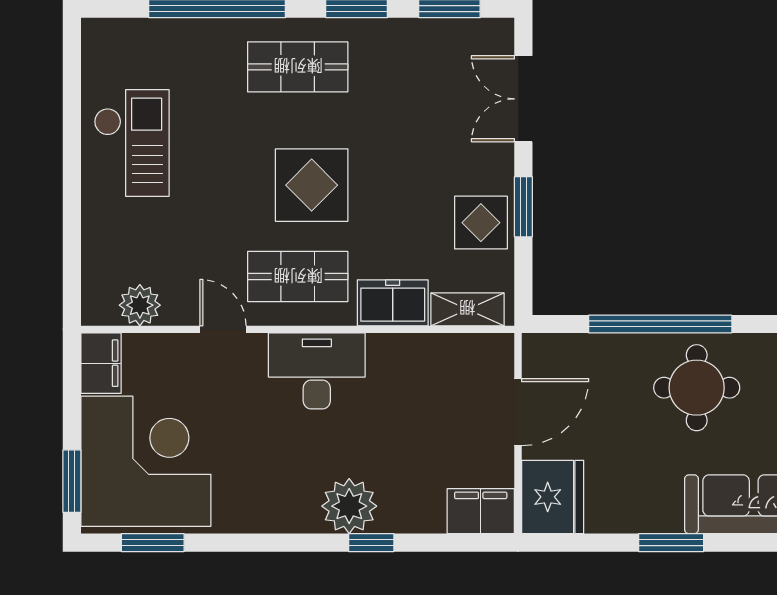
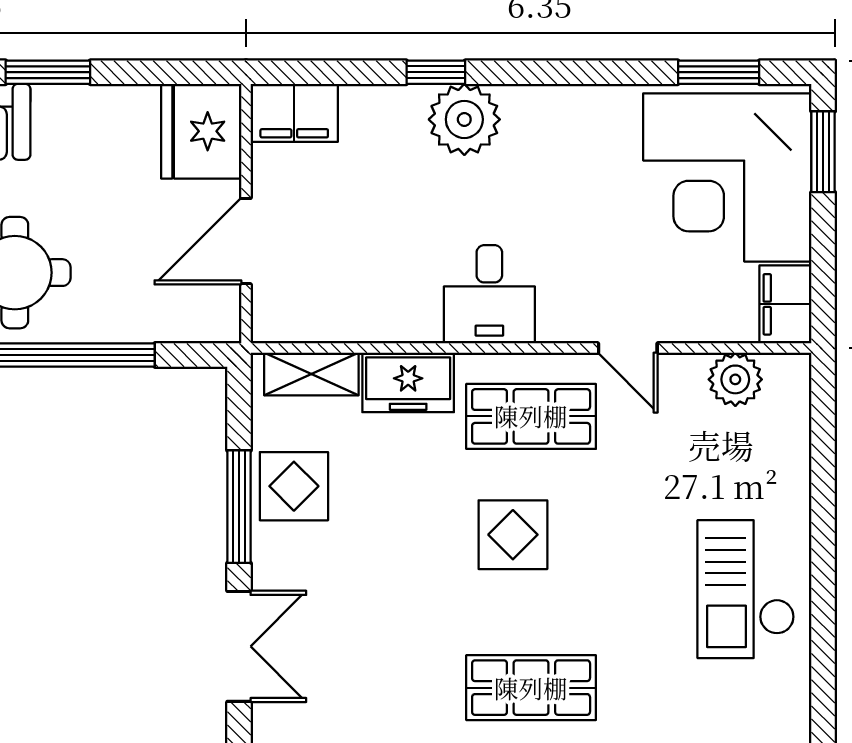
display table: (312, 185) -> (513, 535), width x0.73, depth x0.73
window: (523, 207) -> (239, 507), width x1.44
desk: (317, 371) -> (489, 294), width x0.73

